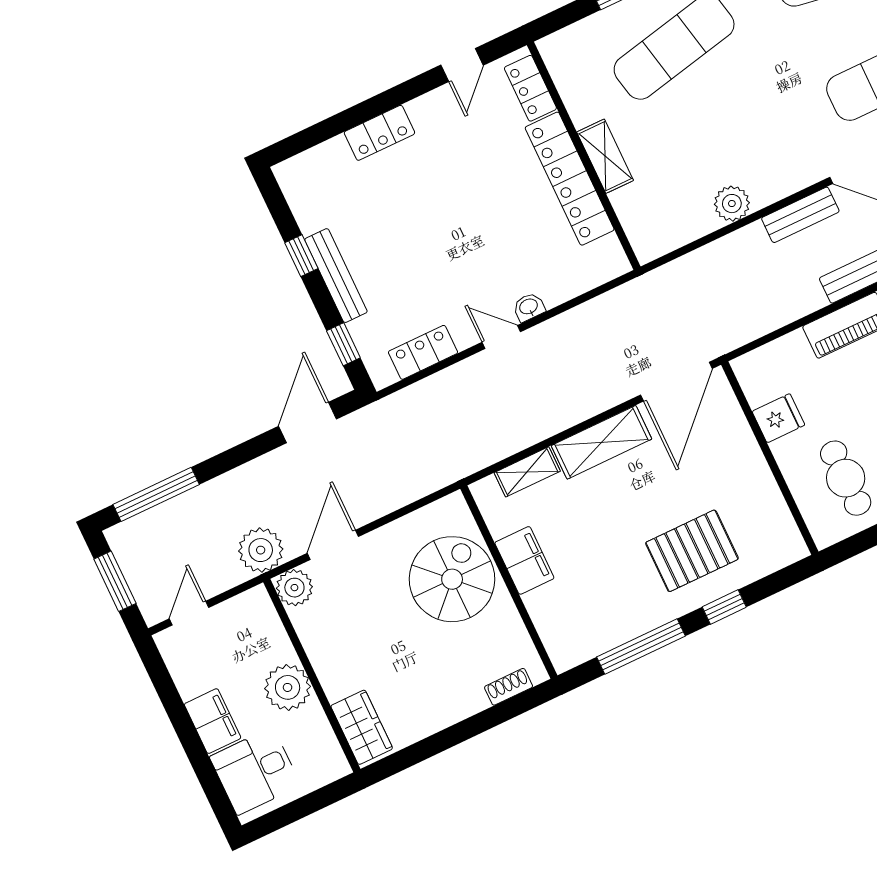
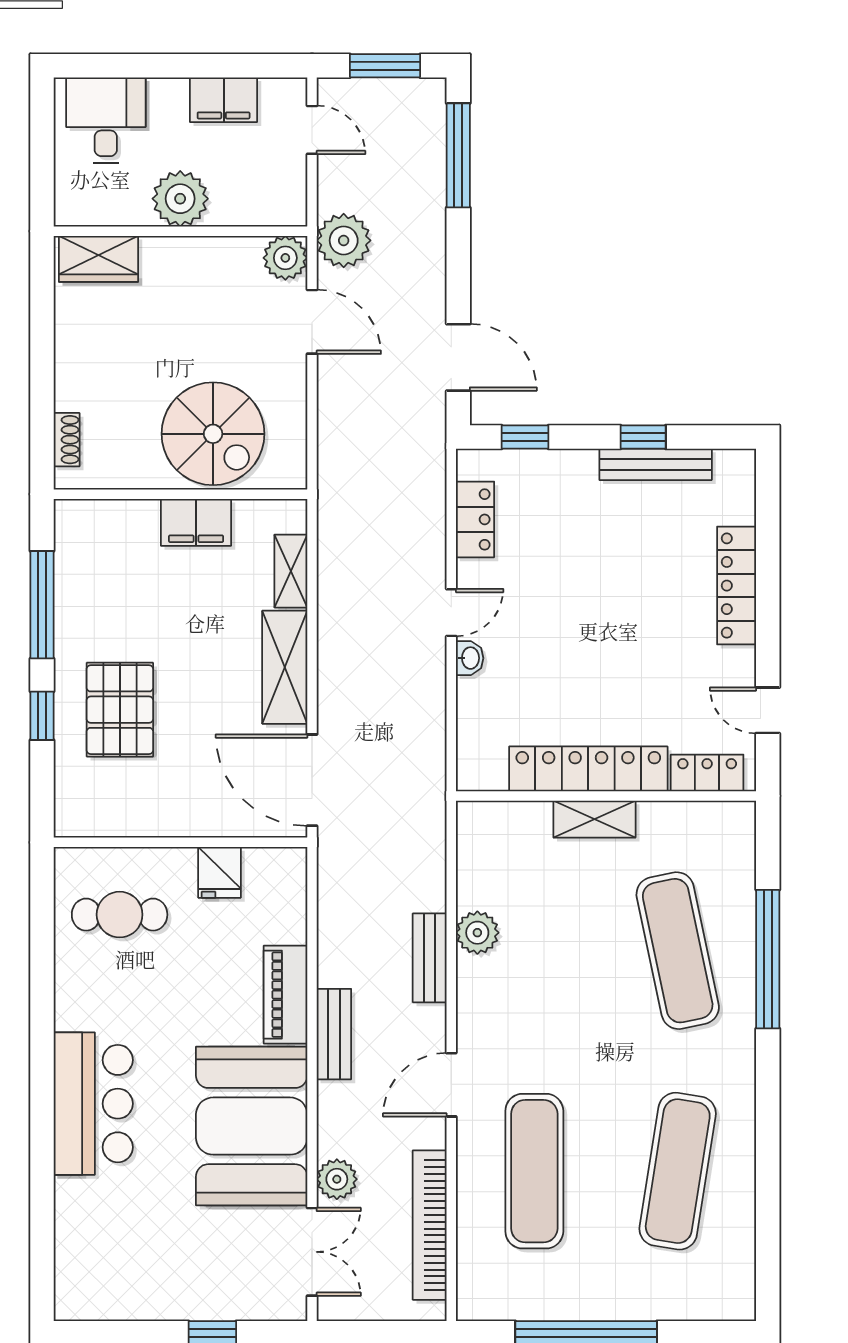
locker: (379, 133) -> (737, 586), width x1.53
bench: (800, 215) -> (430, 958), moved
bench: (336, 276) -> (656, 464), moved
filing cabinet: (213, 721) -> (224, 100), moved

